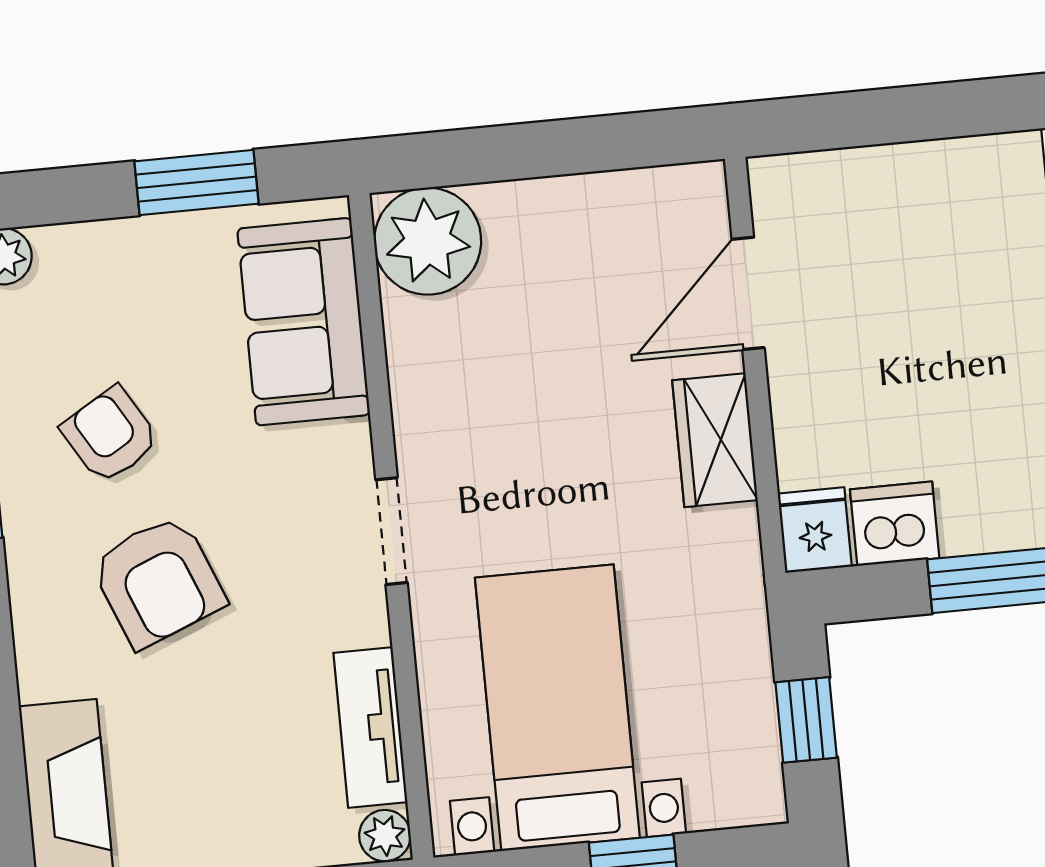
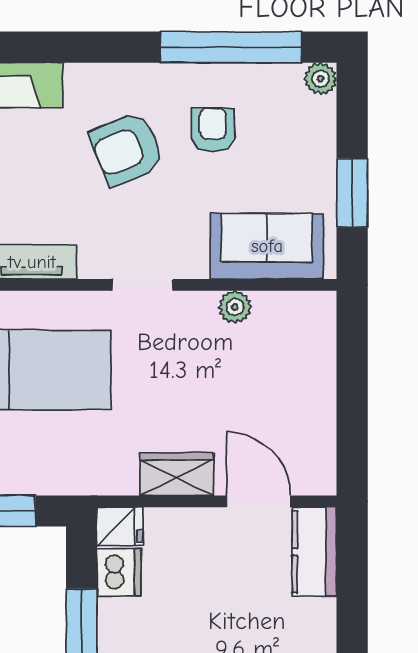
kitchen counter: (826, 188) -> (314, 552), added
plant: (428, 241) -> (235, 307), moved, width x0.53, depth x0.53
armchair: (110, 435) -> (213, 130), turned -59

